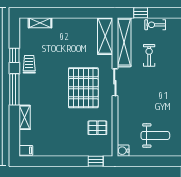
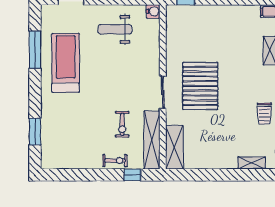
pallet: (97, 128) -> (184, 38), removed

